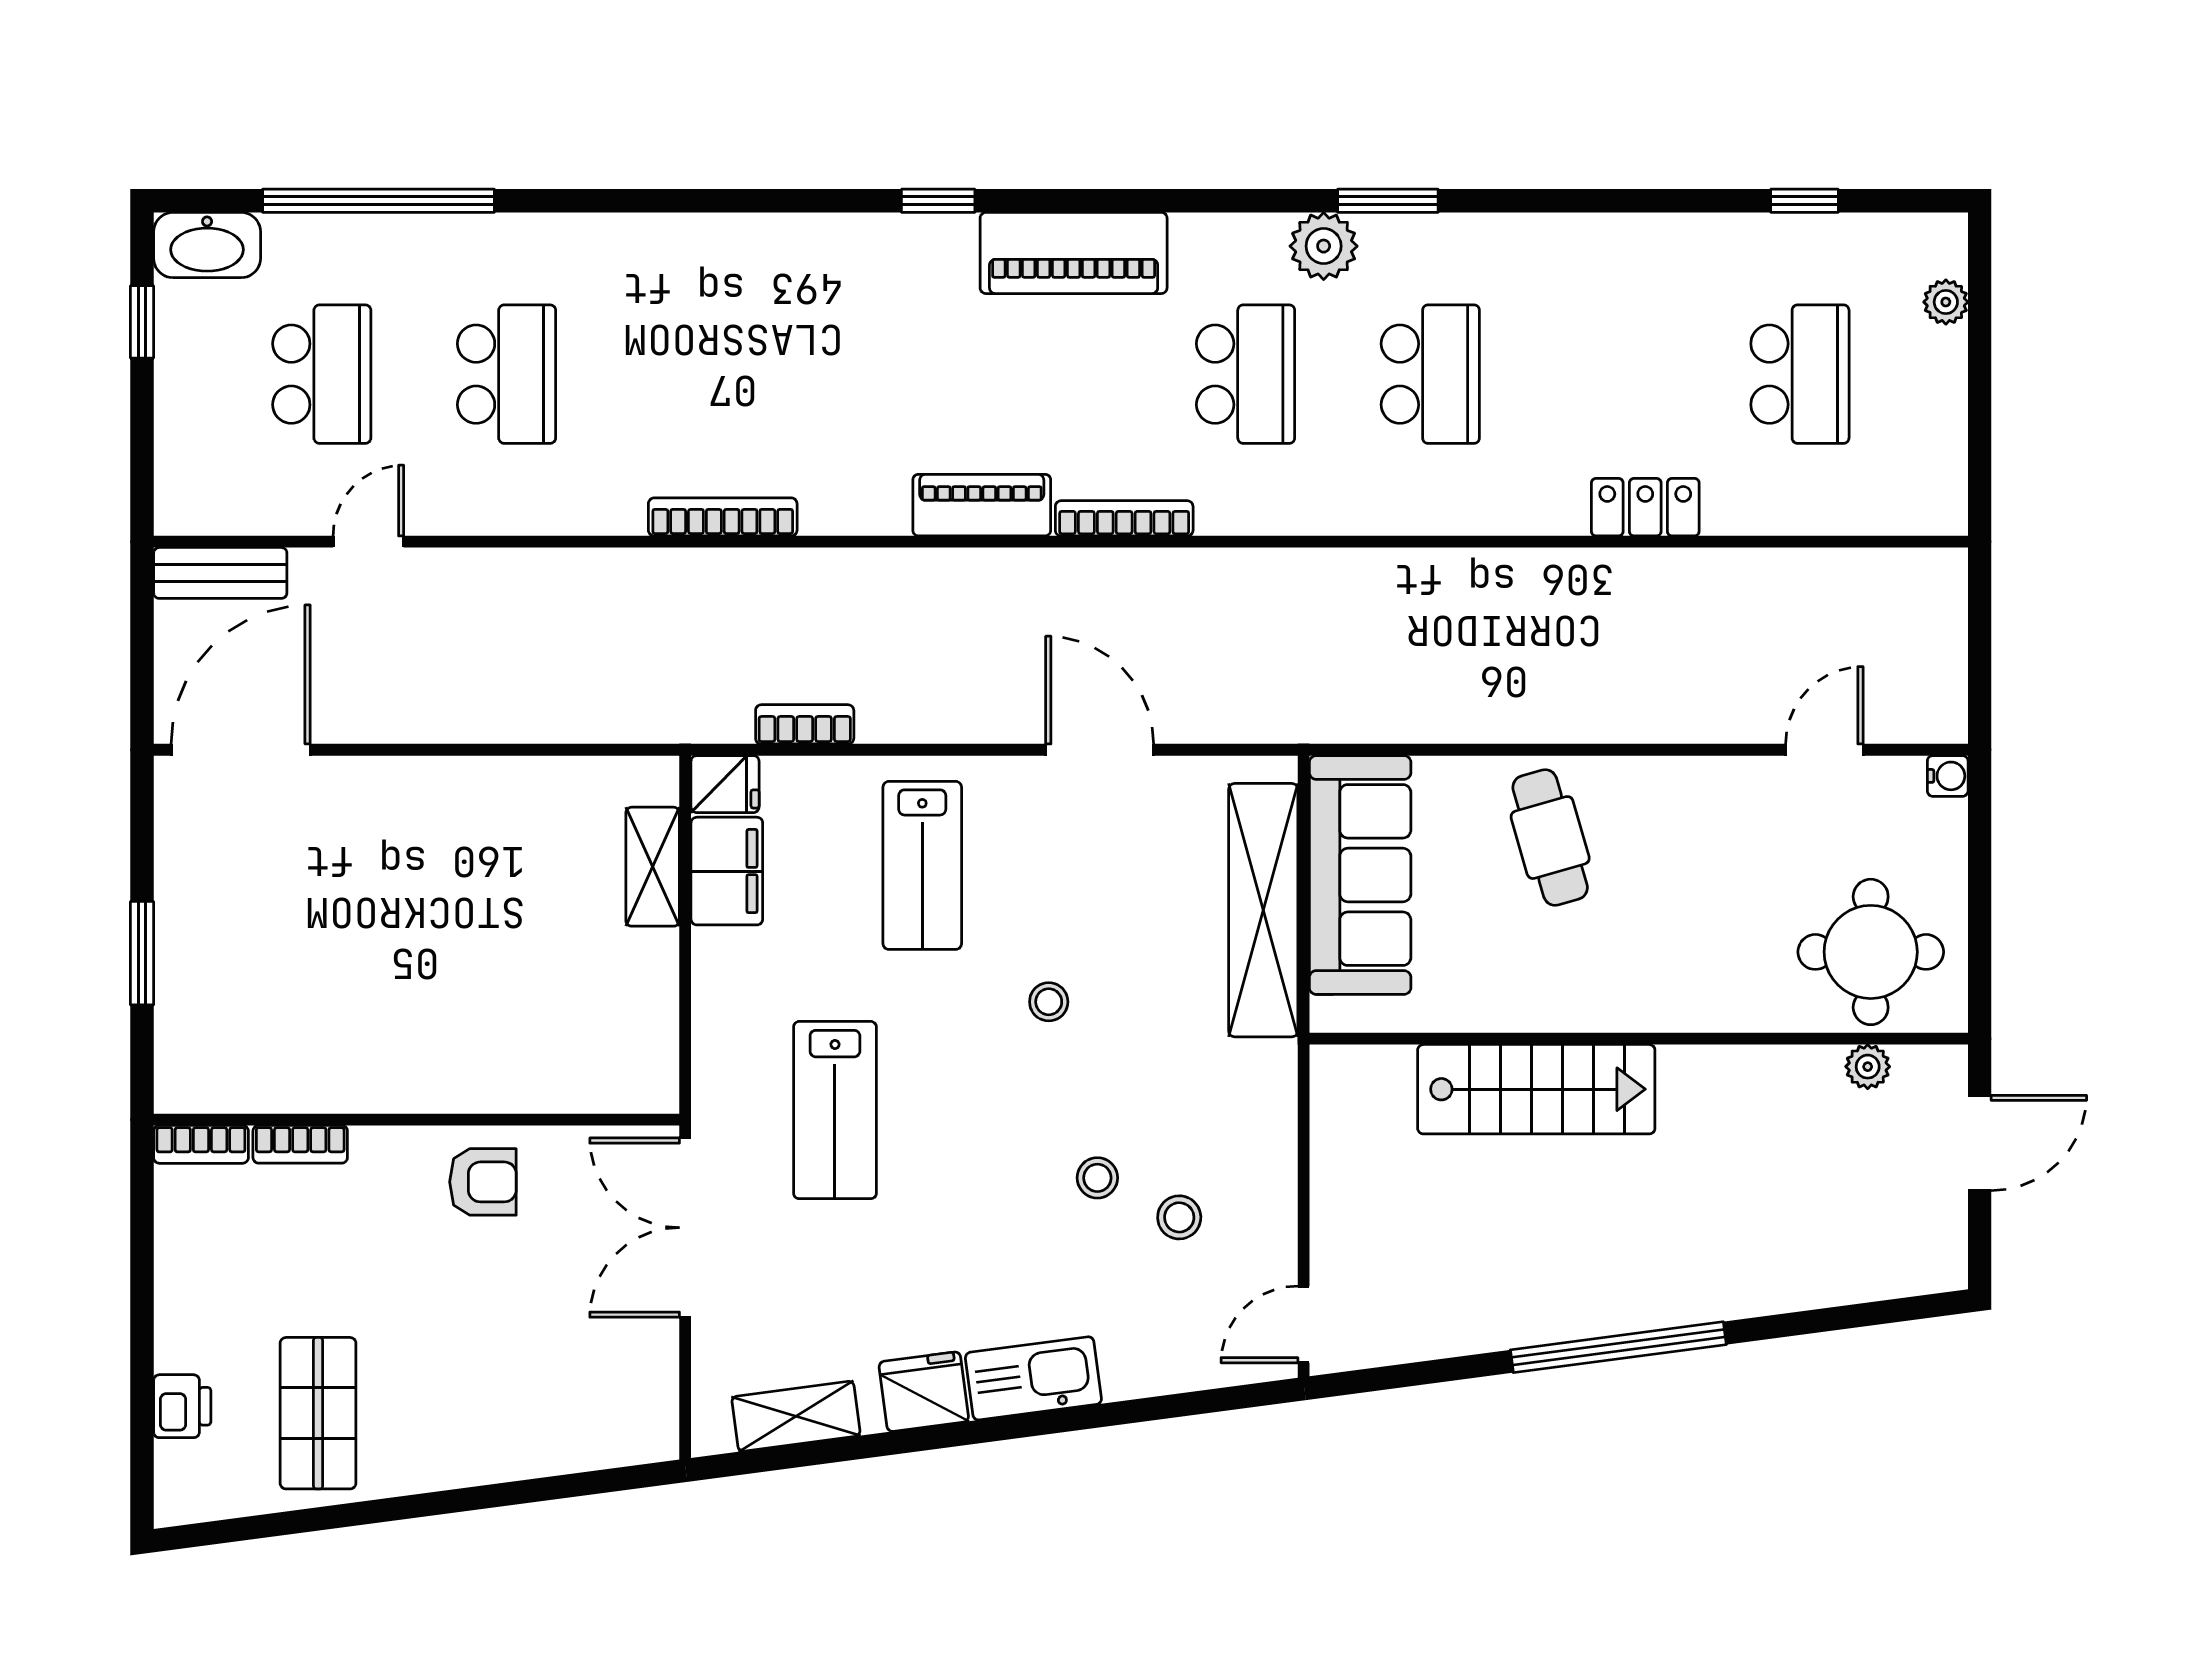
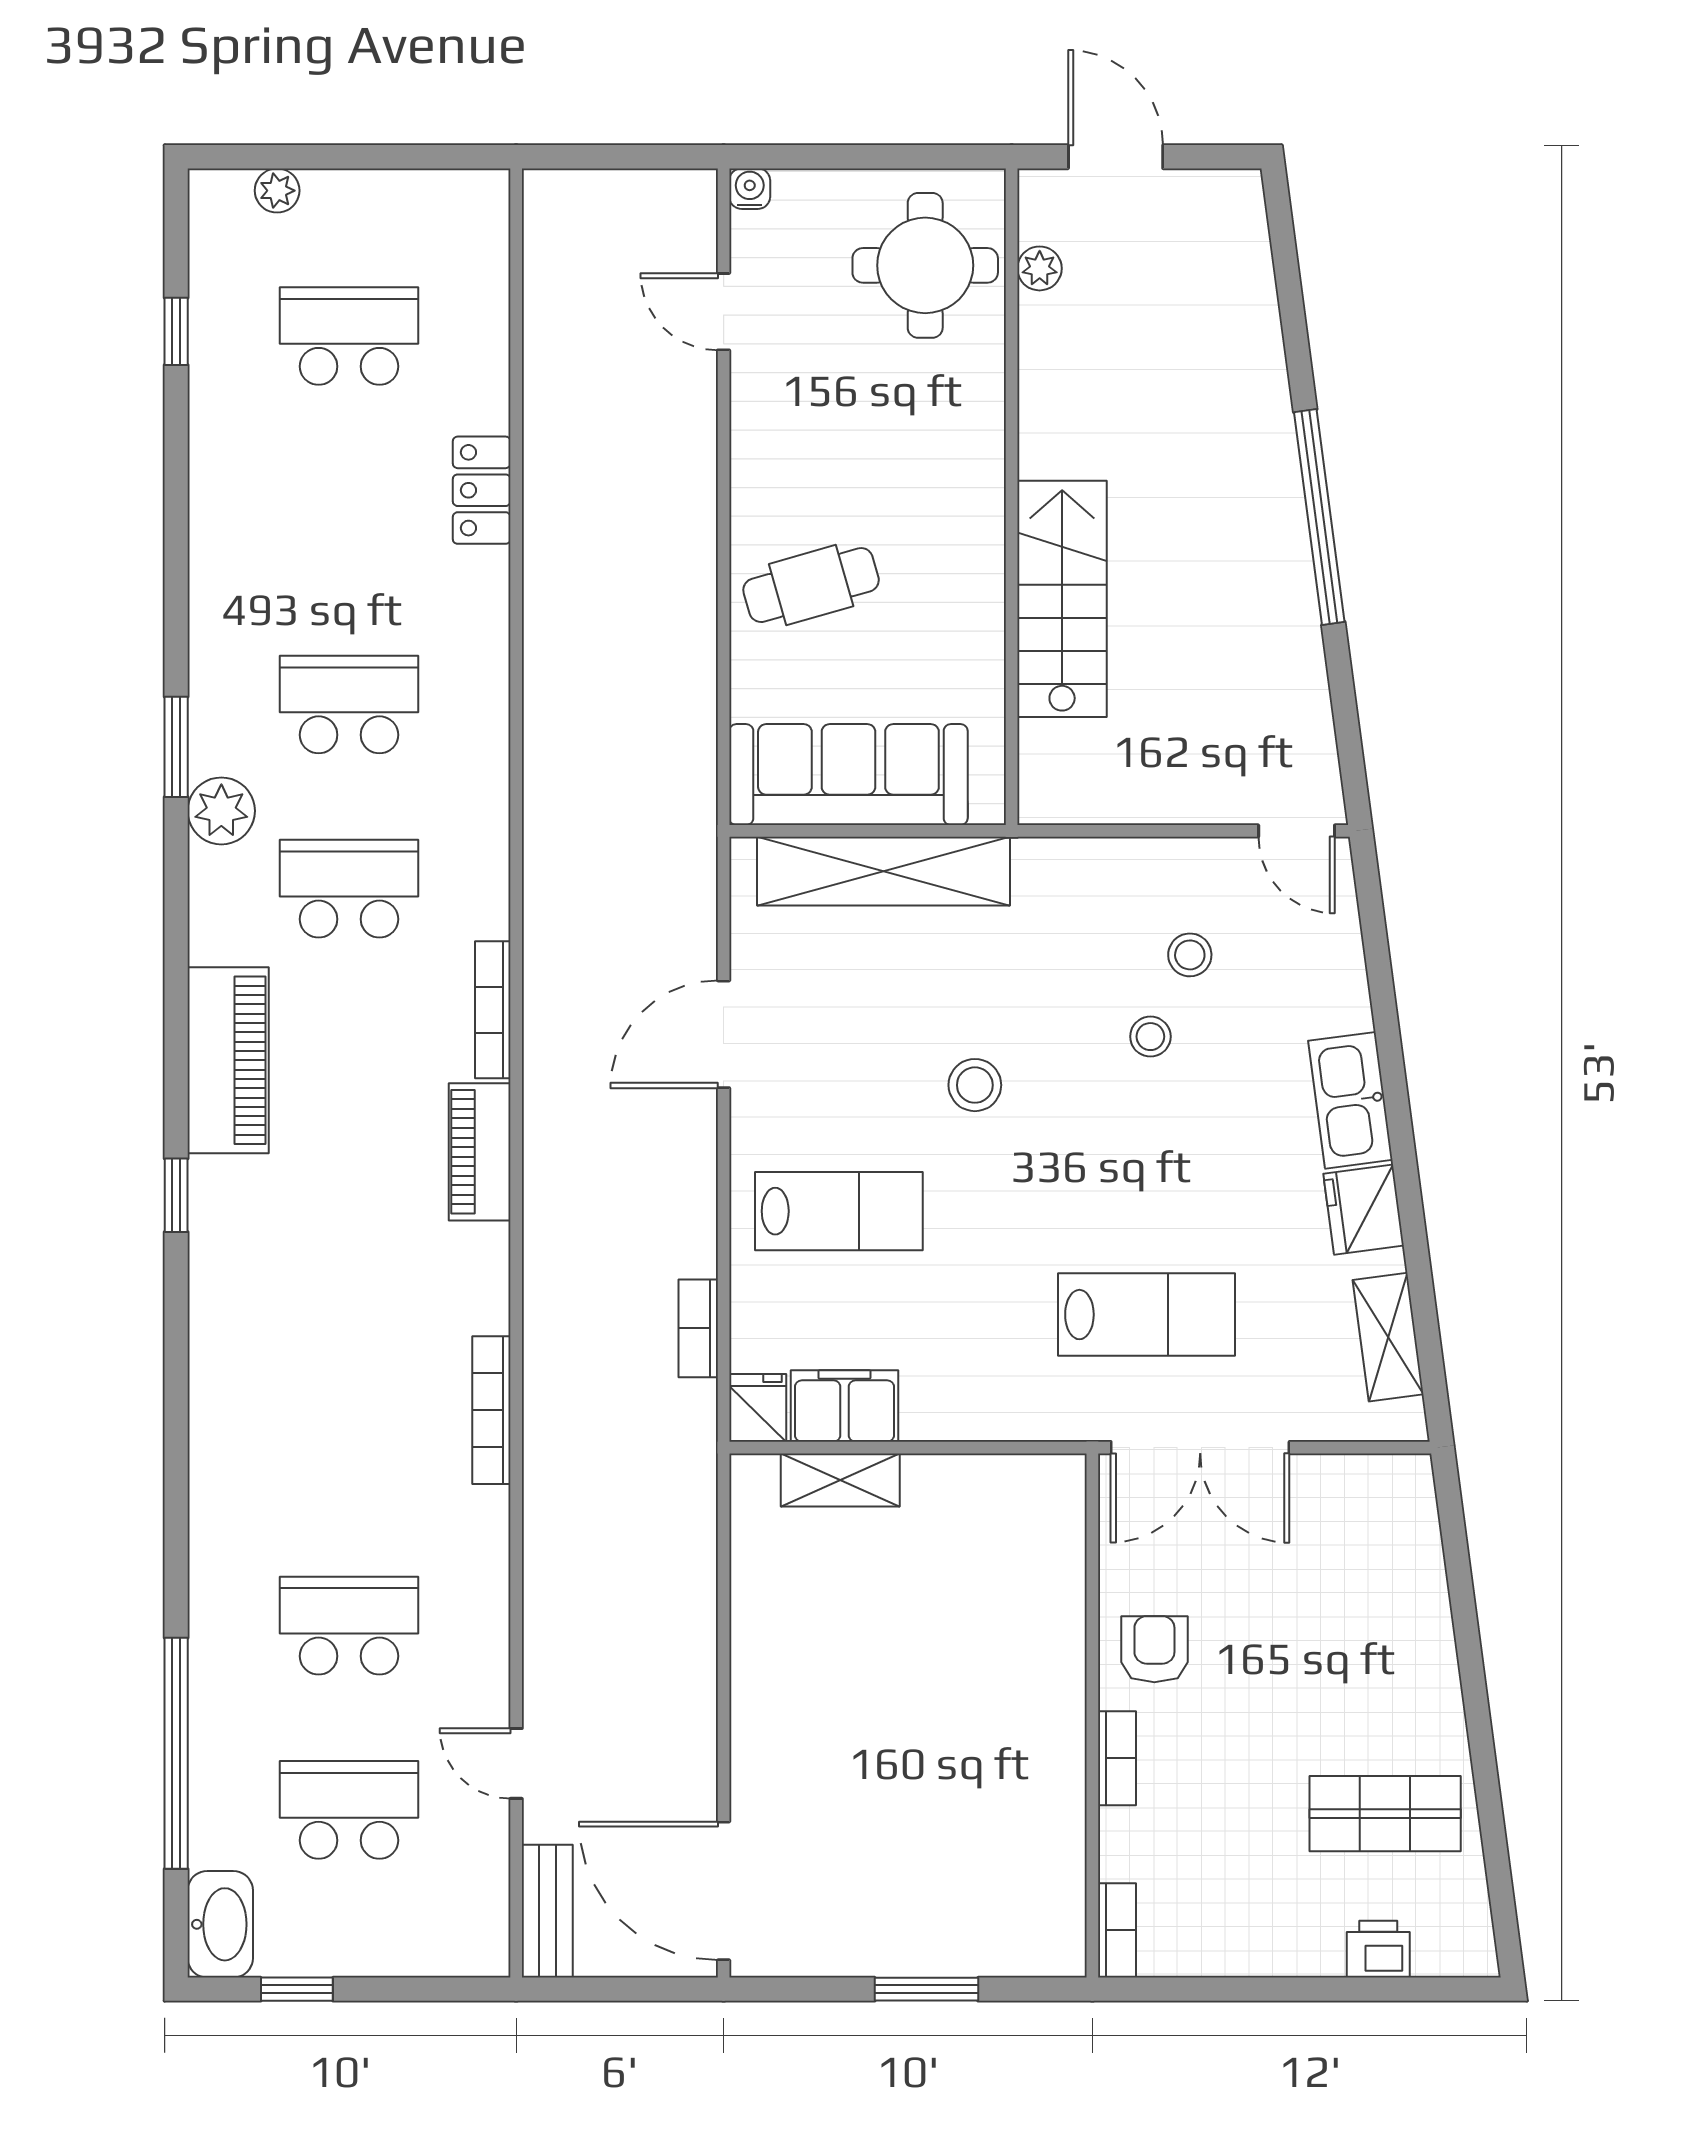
stool: (1049, 1002) -> (975, 1085), width x1.37, depth x1.37
lab bench: (835, 1110) -> (1147, 1315), moved
bookcase: (300, 1144) -> (1117, 1758), moved

